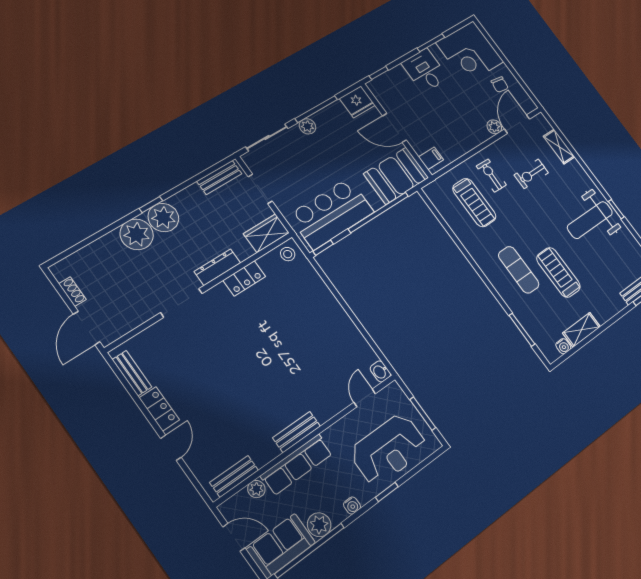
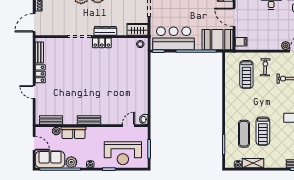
exercise mat: (519, 270) -> (244, 134), moved
treadmill: (558, 272) -> (263, 131), turned 180
locker: (244, 278) -> (102, 43), moved
door: (171, 448) -> (34, 92), swing flipped
row of seats: (297, 465) -> (74, 133), width x0.68

